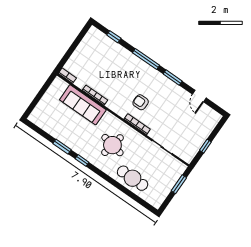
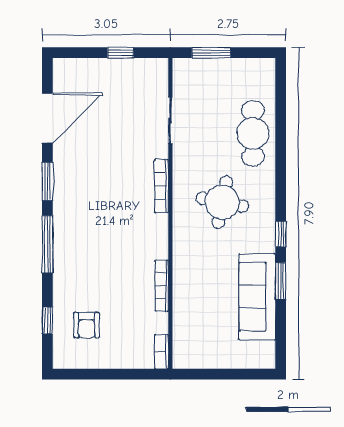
door: (199, 96) -> (47, 118), width x1.87
armchair: (141, 102) -> (87, 325), moved
sofa: (83, 105) -> (257, 297), moved, turned 180

